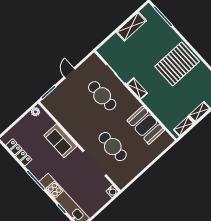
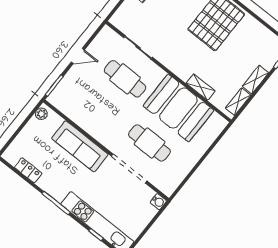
door: (70, 73) -> (78, 56), swing flipped
shelving: (137, 89) -> (201, 87), moved
booth: (146, 125) -> (178, 108), width x1.36, depth x1.42
sofa: (60, 141) -> (80, 146), width x1.36
locker: (19, 152) -> (28, 170), width x0.66

